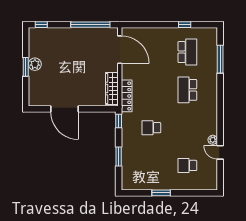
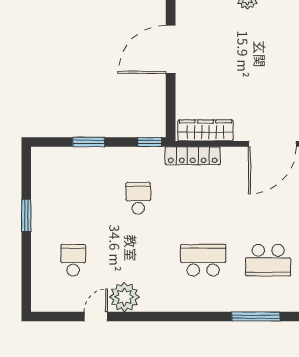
plant: (213, 140) -> (124, 297), width x1.87, depth x1.87

